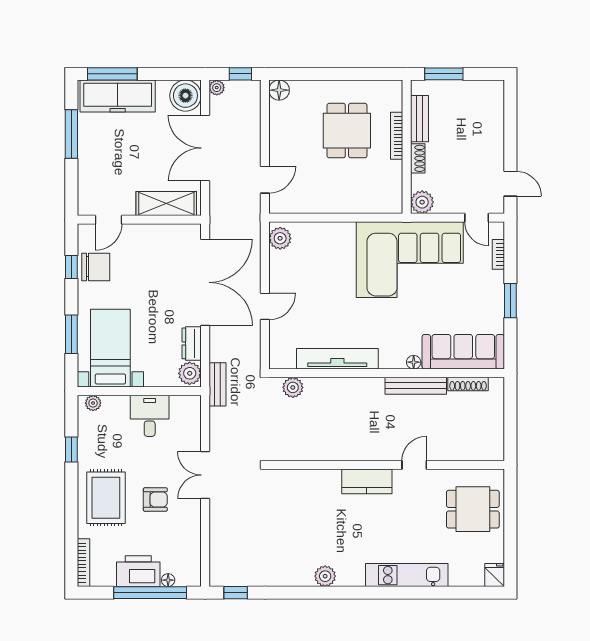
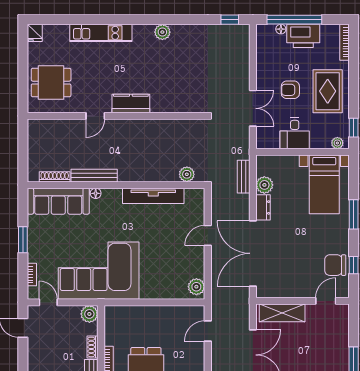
bed with nightstands: (110, 348) -> (324, 184), moved
wall: (139, 391) -> (302, 152), moved
plant: (93, 403) -> (337, 143), moved
desk: (150, 416) -> (295, 133), moved

